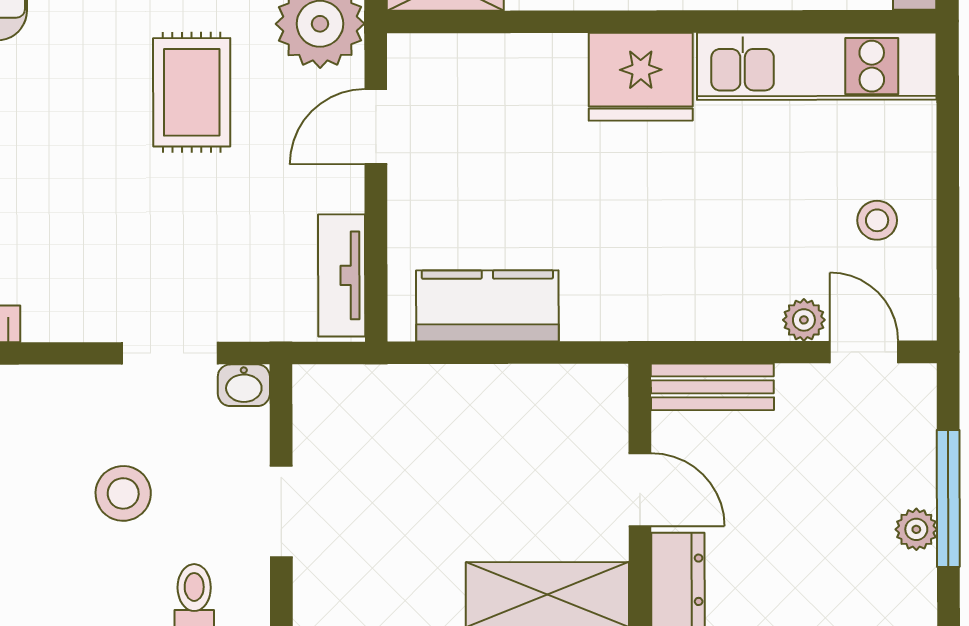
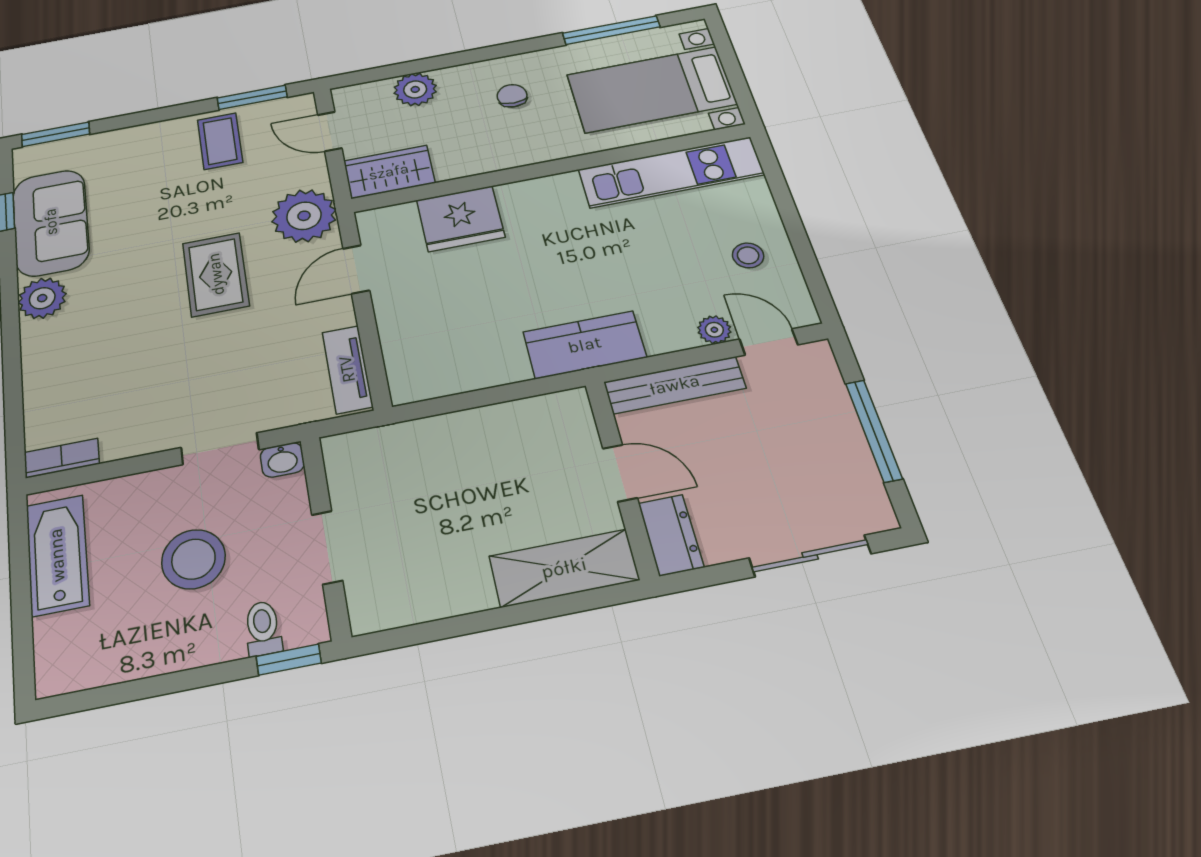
fridge: (641, 77) -> (460, 219), moved
kitchen counter: (487, 306) -> (585, 345), moved
bench: (712, 387) -> (675, 385), width x1.36
stool: (123, 493) -> (193, 559), width x1.38, depth x1.38
plant: (916, 529) -> (856, 458), removed

